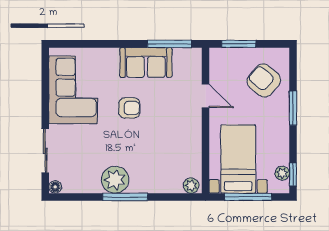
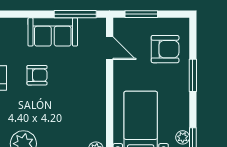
armchair: (264, 81) -> (165, 49), turned 140
door: (206, 96) -> (110, 48), moved

